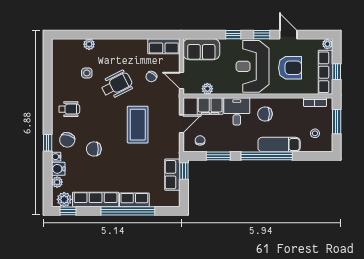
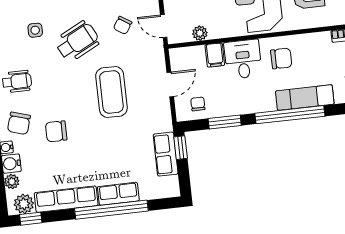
filing cabinet: (210, 106) -> (215, 55), width x0.50
chair: (265, 114) -> (281, 58), turned 180

